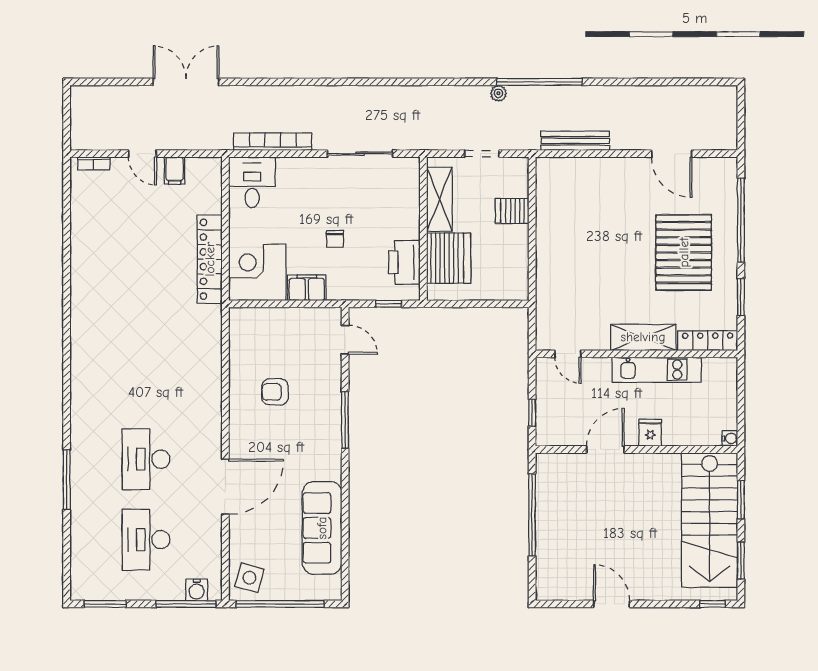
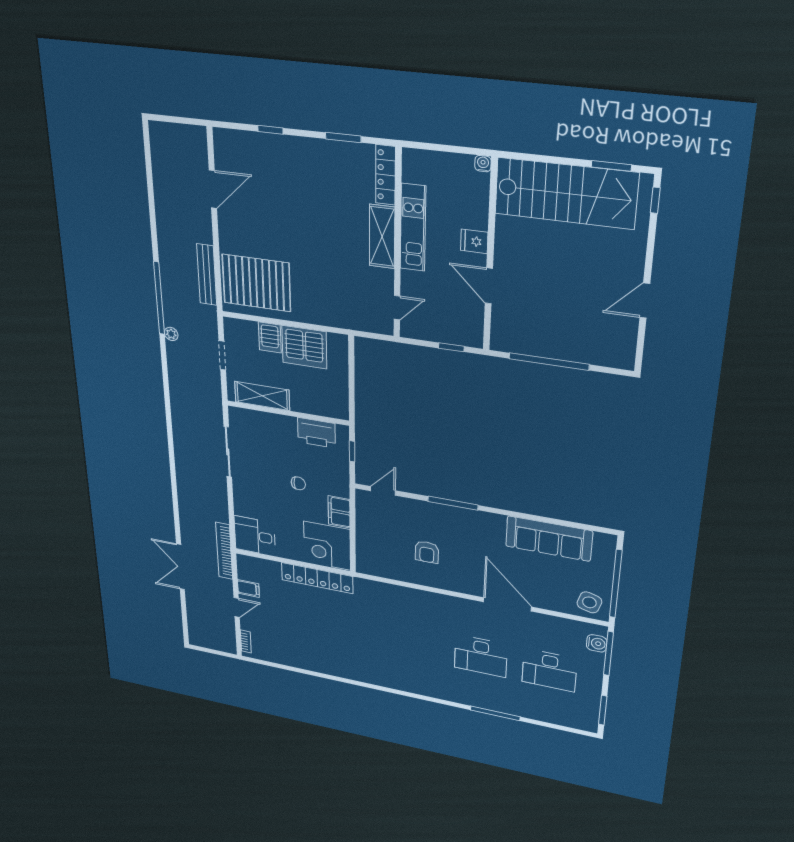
bookcase: (273, 142) -> (224, 551), moved
window: (741, 220) -> (270, 130), width x0.32
pallet: (684, 252) -> (256, 283), moved
server rack: (449, 258) -> (304, 347), moved, turned 180
window: (741, 500) -> (547, 159), removed

